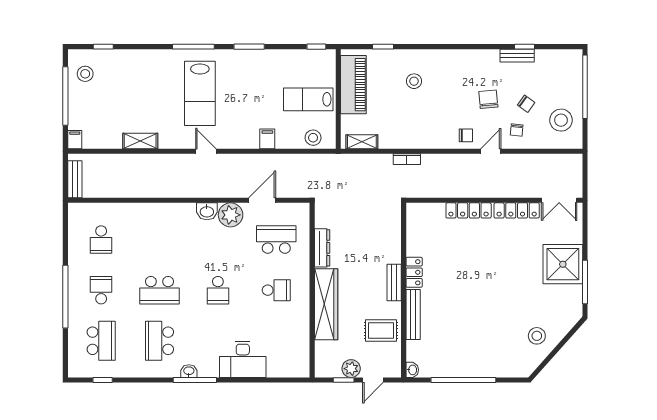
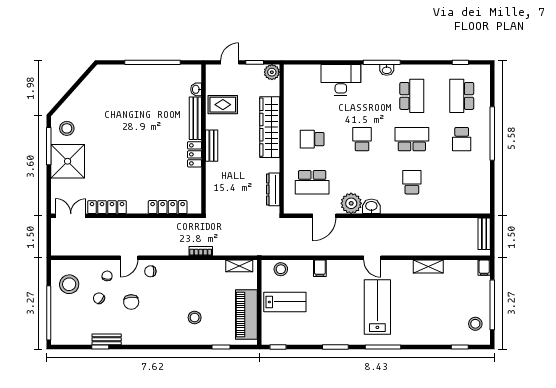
locker: (469, 210) -> (168, 207), moved
school desk: (101, 240) -> (412, 182), moved
dresser: (322, 248) -> (273, 189), moved
stool: (537, 336) -> (67, 128), moved
plant: (351, 369) -> (272, 72), moved
washbasin: (412, 370) -> (196, 89), moved

